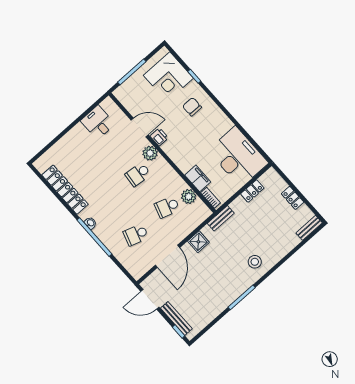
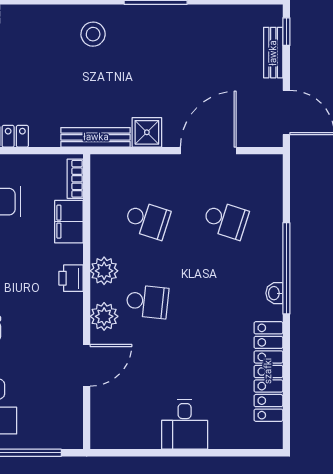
desk: (98, 122) -> (185, 424), moved
door: (140, 127) -> (87, 365), swing flipped
printer: (159, 137) -> (71, 278), moved
plant: (189, 197) -> (104, 271), moved
bench: (221, 218) -> (96, 137), width x1.36
bench: (176, 318) -> (273, 53), width x0.73

